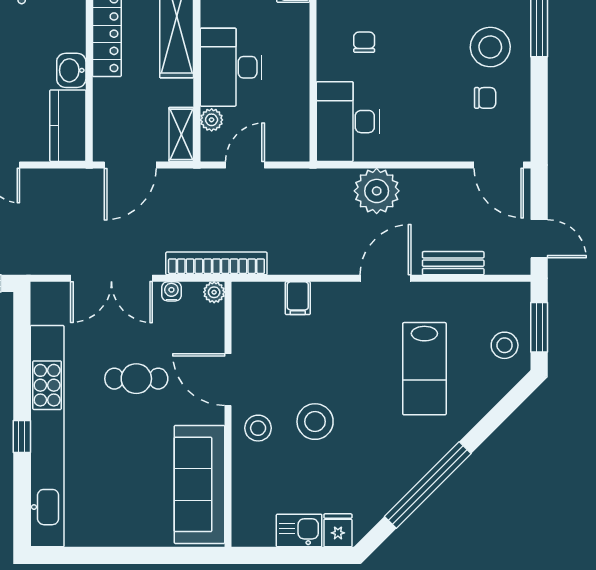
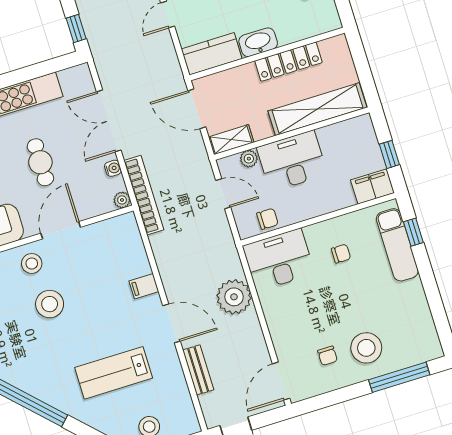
washbasin: (71, 70) -> (258, 42), width x1.38
chair: (293, 120) -> (267, 219), added
filing cabinet: (298, 298) -> (144, 286), moved

